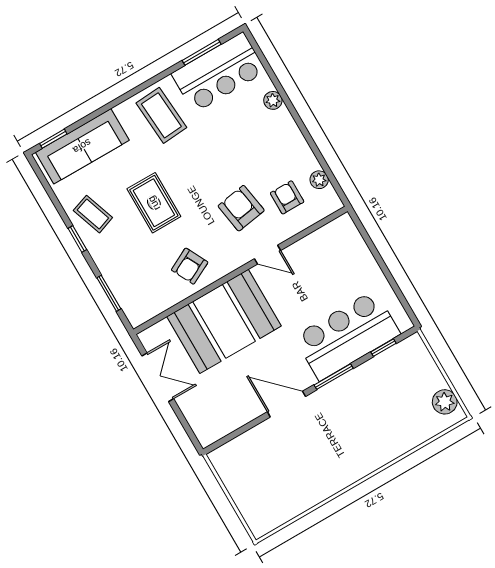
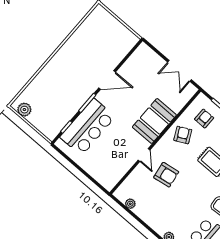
armchair: (287, 197) -> (204, 119), moved, turned -90
door: (267, 255) -> (144, 155), swing flipped
booth: (224, 321) -> (154, 121), width x0.73, depth x0.70

